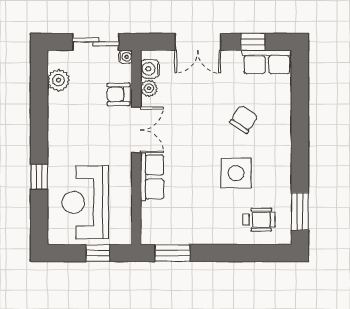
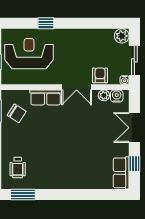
plant: (58, 80) -> (122, 36), moved
chair: (244, 119) -> (17, 113), moved
side table: (236, 173) -> (48, 153), removed

